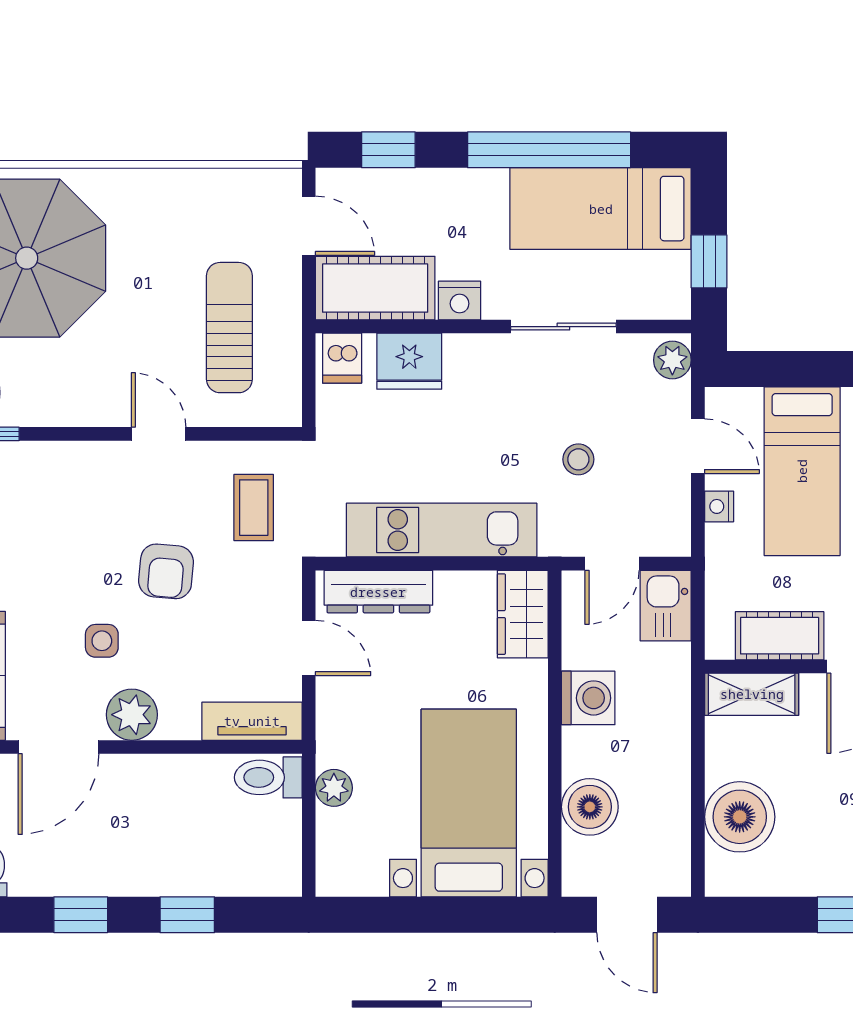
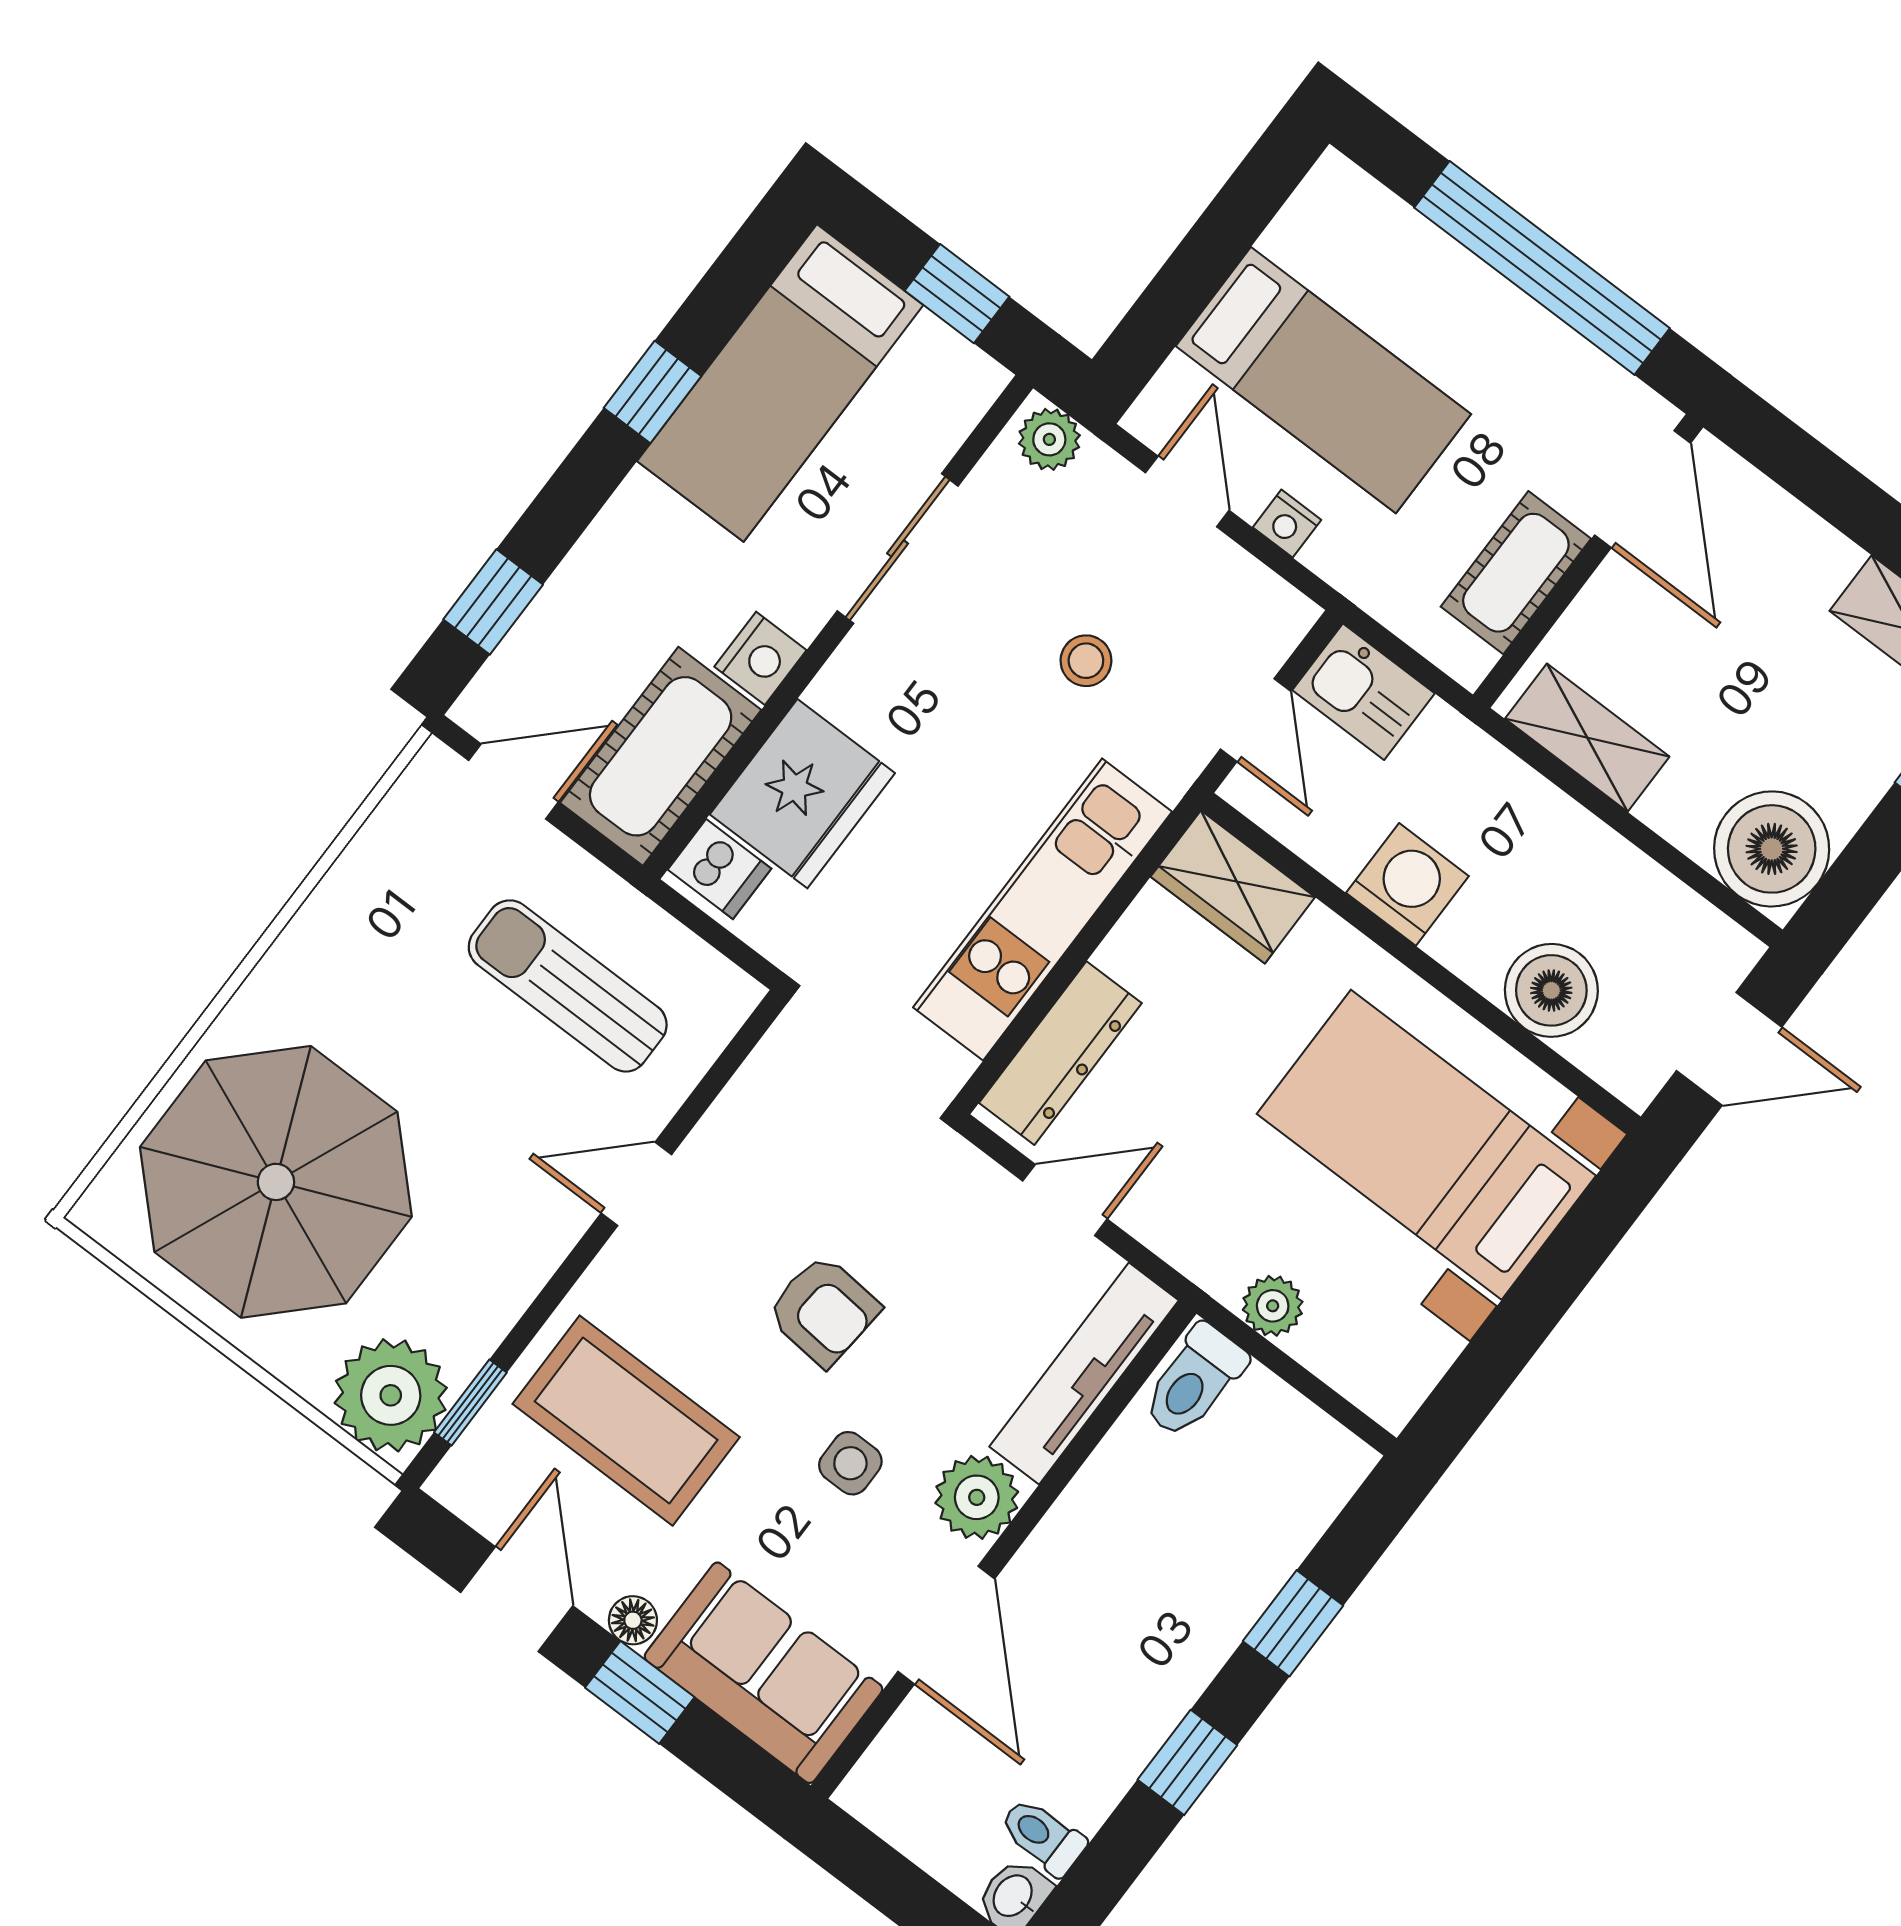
window: (549, 150) -> (652, 392), width x0.32
fridge: (409, 361) -> (802, 794), width x1.36, depth x1.34
door: (698, 446) -> (1187, 492), hinge flipped
coffee table: (254, 508) -> (626, 1421), moved, width x1.86, depth x1.72
shelving: (752, 694) -> (1587, 738), moved, turned 90
tv unit: (252, 721) -> (1084, 1374), width x1.41
boiler: (740, 817) -> (1772, 849), moved

